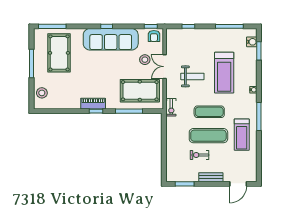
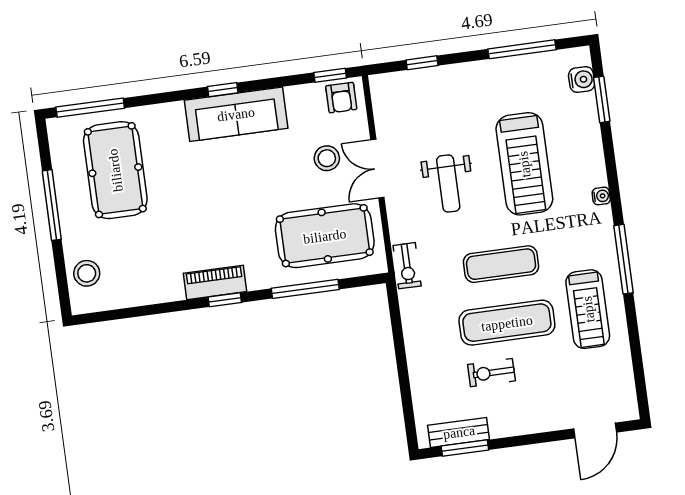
sofa: (111, 39) -> (236, 114), width x0.74, depth x0.79
weight bench: (192, 76) -> (448, 183), turned 90
bench: (211, 177) -> (459, 432), moved

